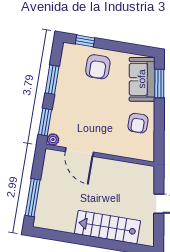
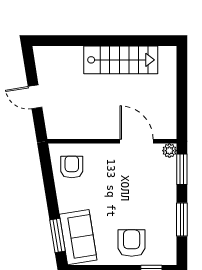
armchair: (138, 123) -> (72, 167), moved
window: (33, 198) -> (182, 80), removed
stairs: (107, 227) -> (121, 60), moved

